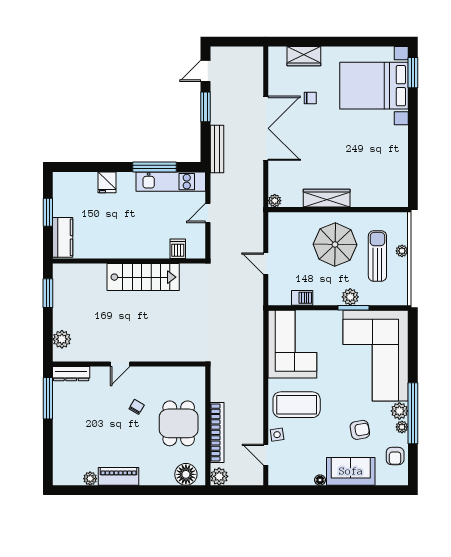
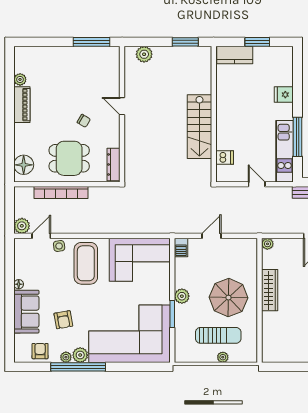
plant: (350, 297) -> (182, 296), moved
barbecue: (302, 298) -> (181, 247), moved
dresser: (71, 374) -> (113, 164), moved
armchair: (395, 456) -> (40, 351), turned 90
plant: (219, 476) -> (22, 226), moved

